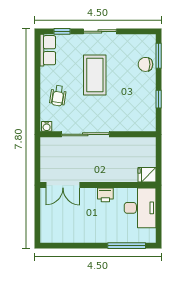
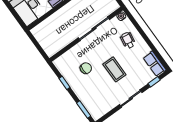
chair: (145, 64) -> (86, 68), moved
coffee table: (95, 75) -> (114, 69), width x0.73, depth x0.76
fridge: (147, 175) -> (38, 31), removed

